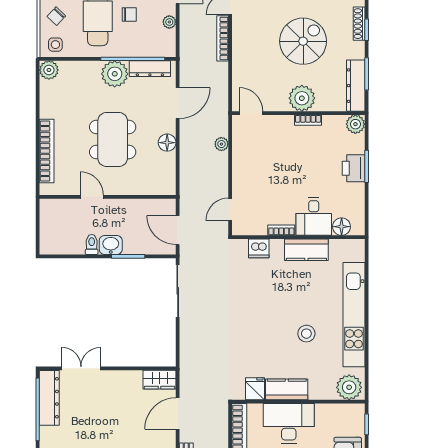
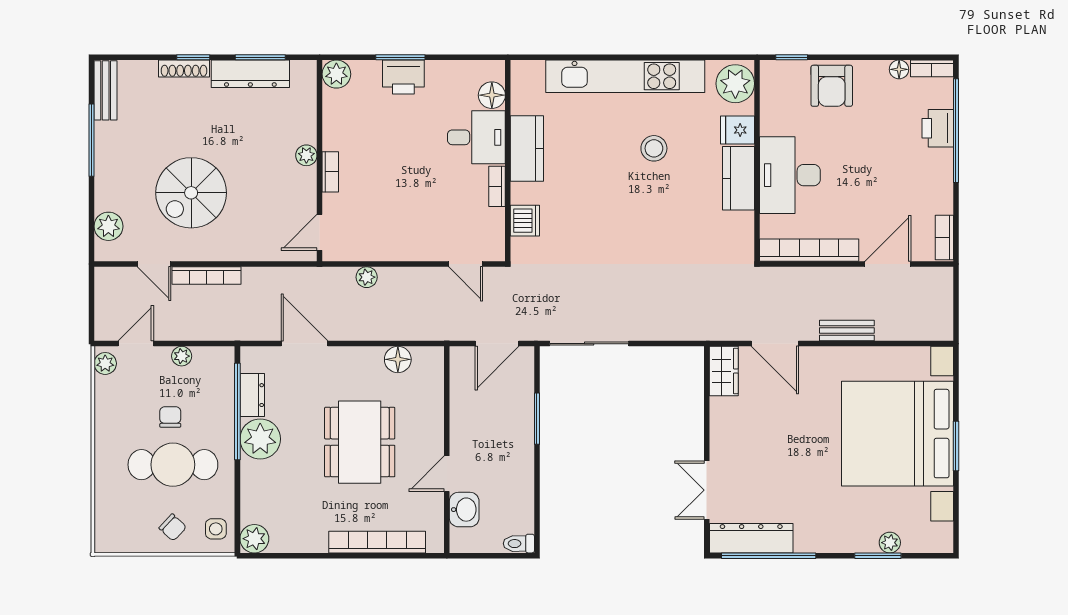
spiral stairs: (303, 41) -> (191, 193), moved, turned -90
dresser: (150, 69) -> (252, 395), width x0.70
dresser: (356, 86) -> (250, 74), moved
plant: (302, 98) -> (306, 155), width x0.53, depth x0.53
bookcase: (308, 120) -> (330, 172), moved
dining table: (113, 139) -> (360, 442), turned 90
floor lamp: (167, 143) -> (398, 359), moved
toilet: (92, 245) -> (519, 544), moved
washbasin: (111, 245) -> (464, 510), moved, turned 180
fridge: (255, 389) -> (737, 130), moved

